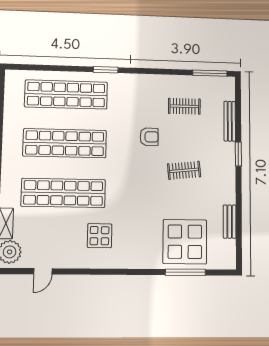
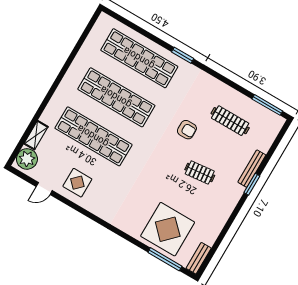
clothes rail: (184, 106) -> (230, 121), width x1.36
bench: (230, 121) -> (252, 169), moved
bench: (230, 222) -> (199, 258), moved
display table: (100, 236) -> (77, 183), moved
window: (185, 272) -> (165, 259), moved

